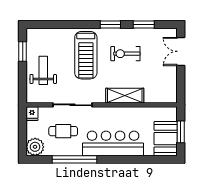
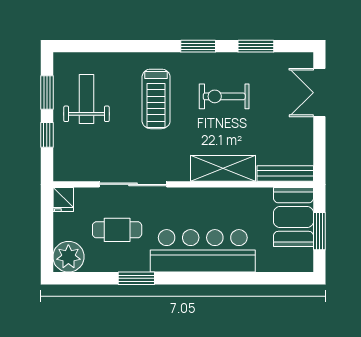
treadmill: (86, 55) -> (156, 99), width x0.73, depth x0.73
weight bench: (43, 70) -> (87, 99), moved
window: (23, 76) -> (47, 135), added
bench: (161, 98) -> (285, 173), added
booth: (166, 139) -> (293, 217), moved
window: (75, 159) -> (136, 278), width x0.47

